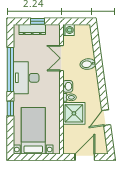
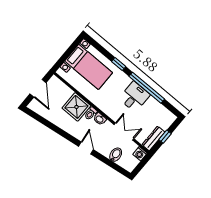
dresser: (32, 30) -> (153, 138), moved
bidet: (88, 64) -> (116, 155), moved
desk: (26, 78) -> (134, 97), width x0.73
door: (106, 118) -> (86, 148), moved

